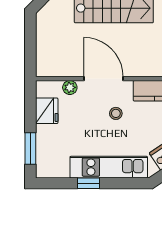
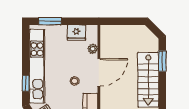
kitchen unit: (109, 167) -> (37, 66), width x1.36
window: (89, 183) -> (26, 83), moved

